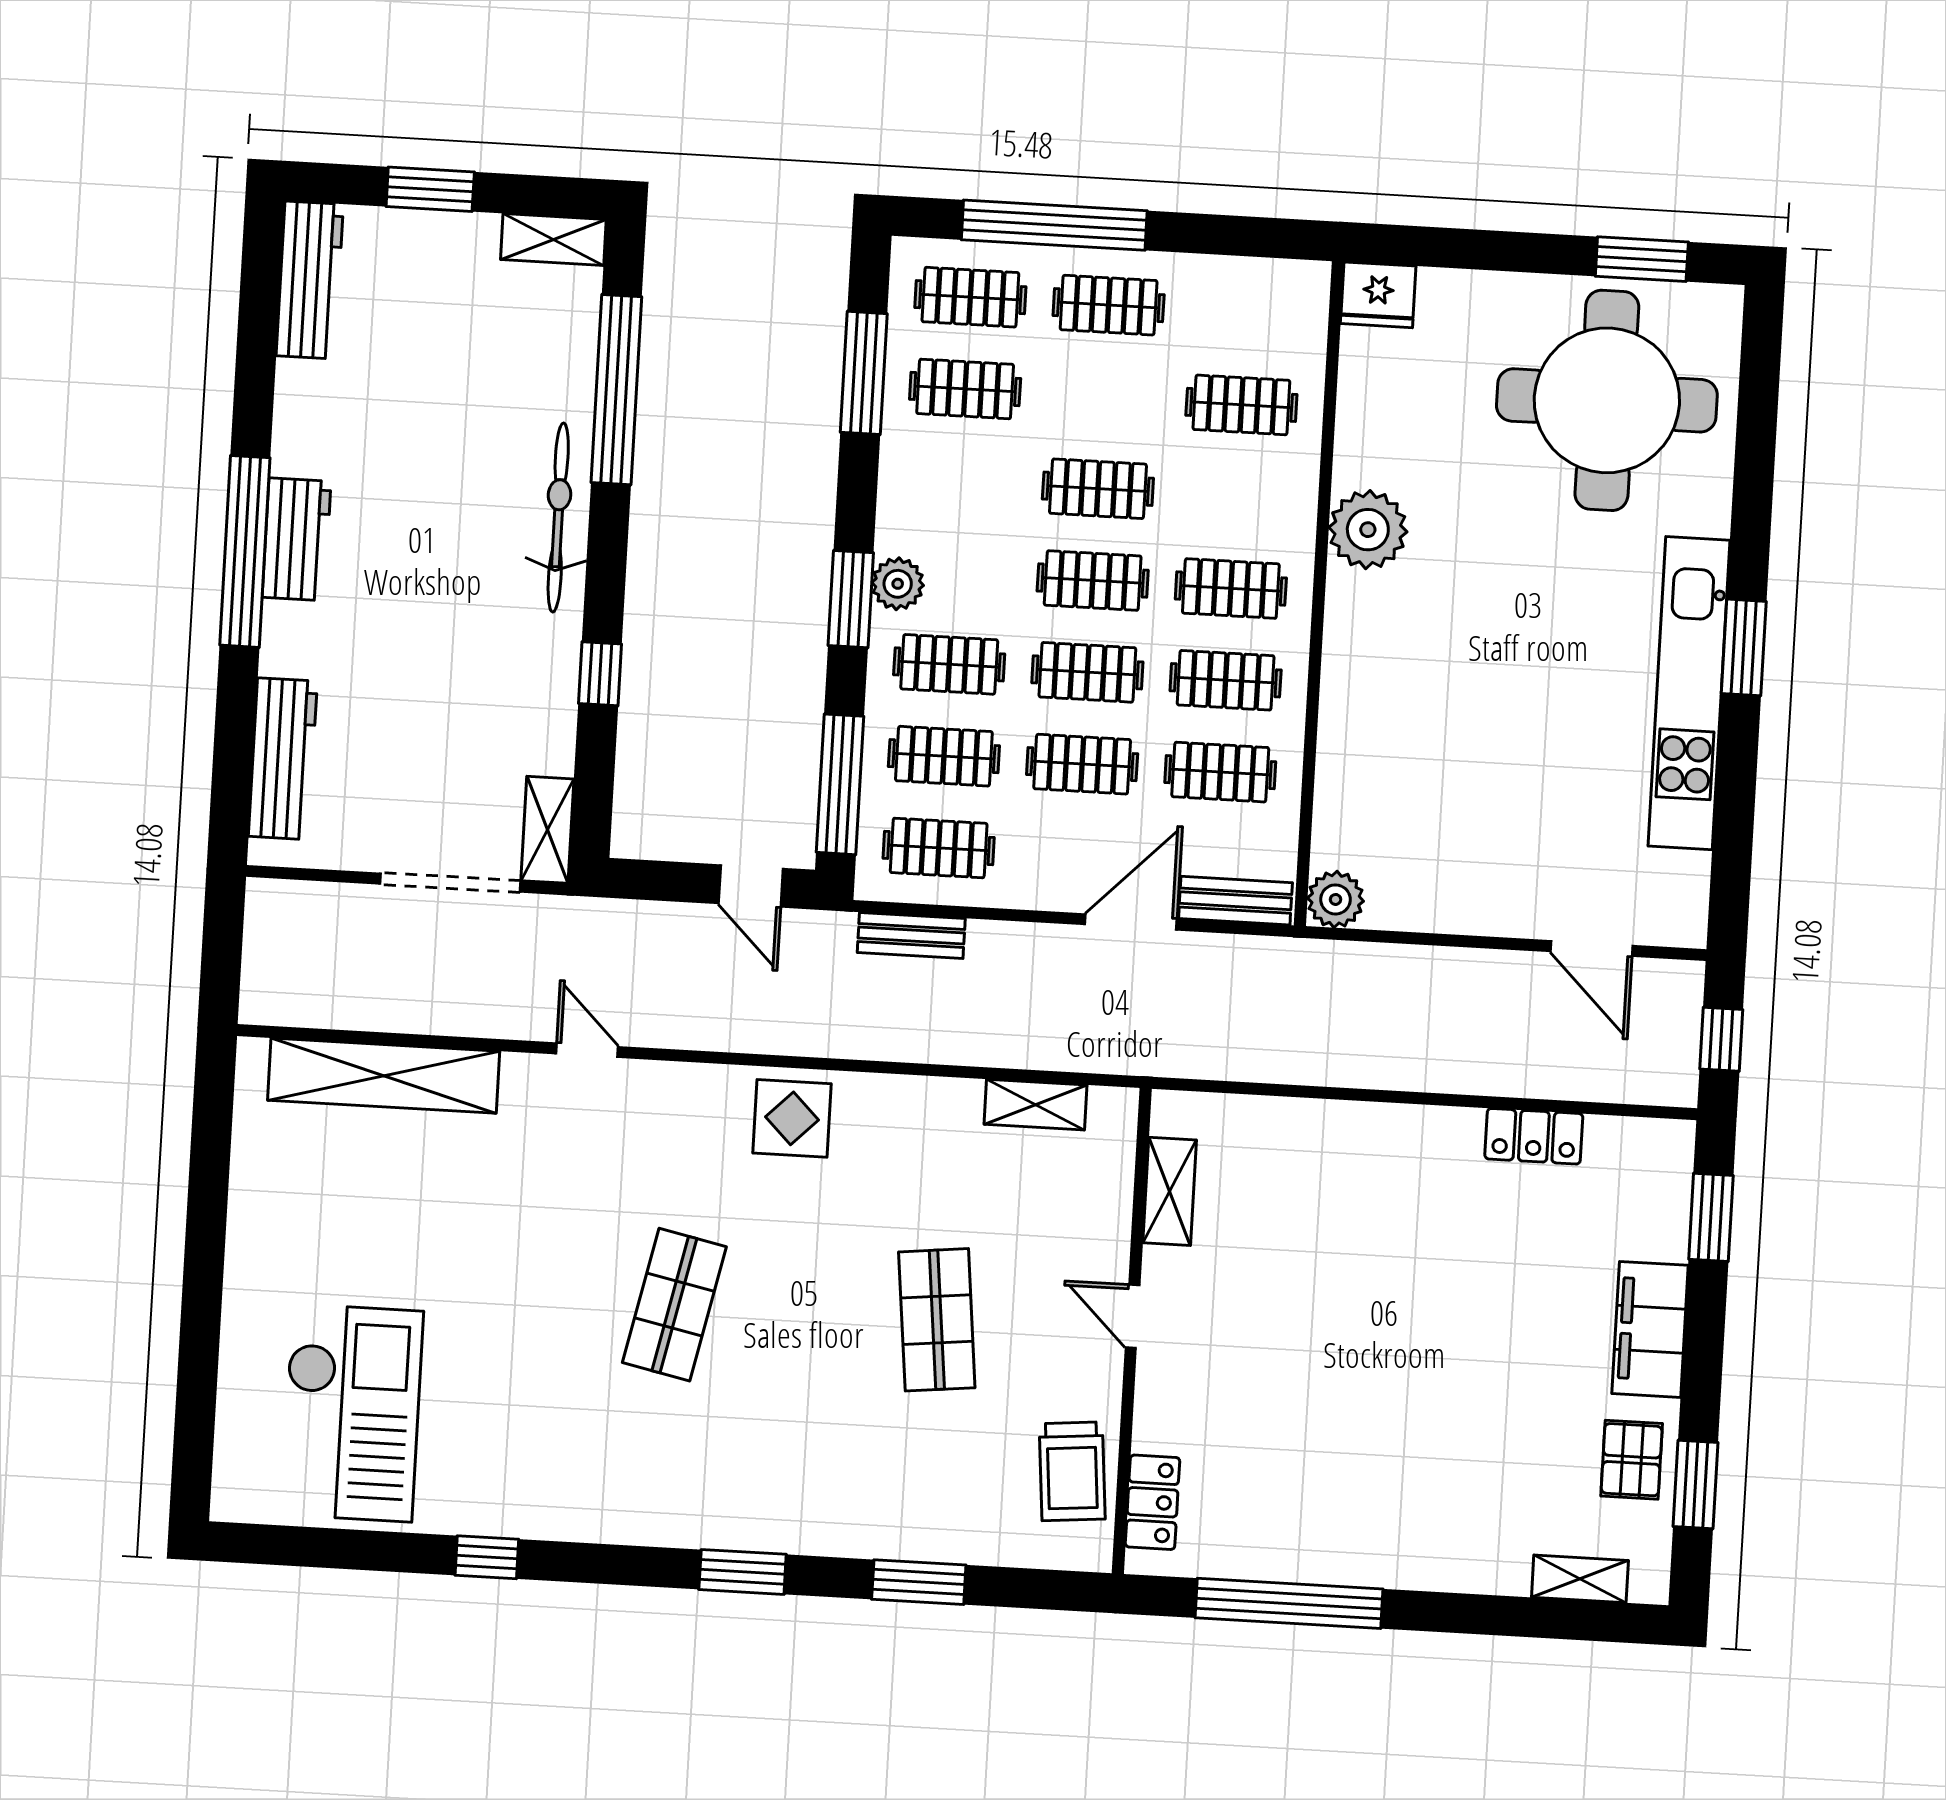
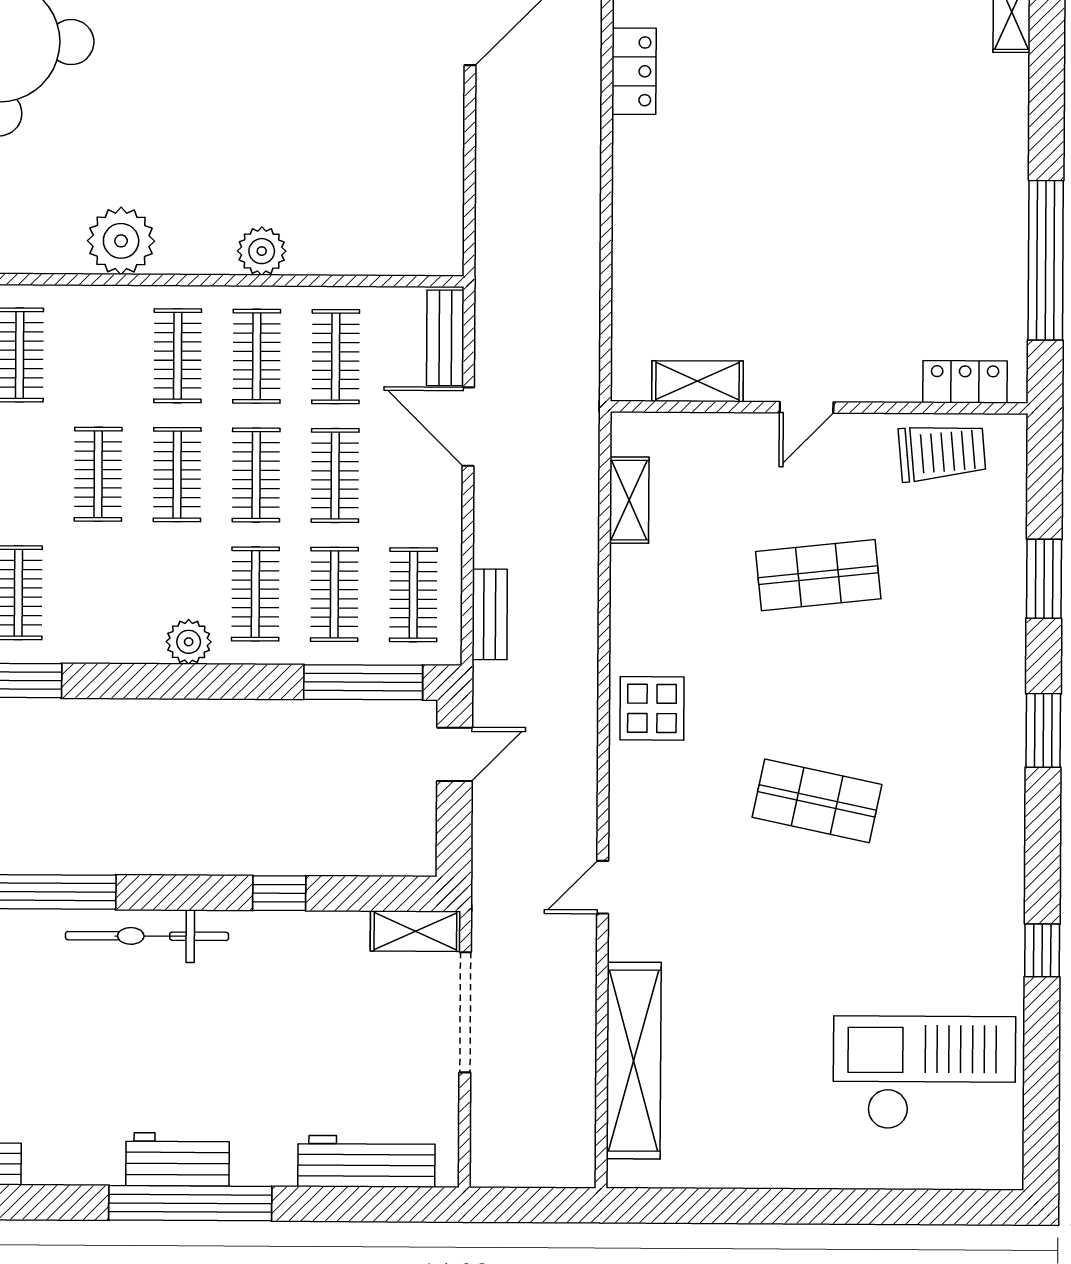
window: (851, 599) -> (204, 681), removed
plant: (1336, 899) -> (262, 251), moved

